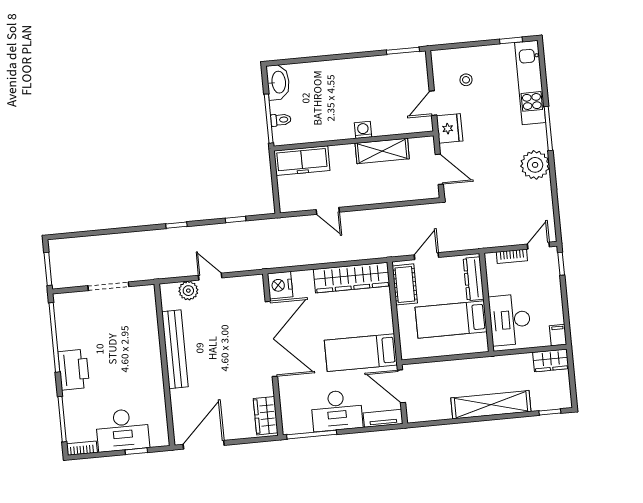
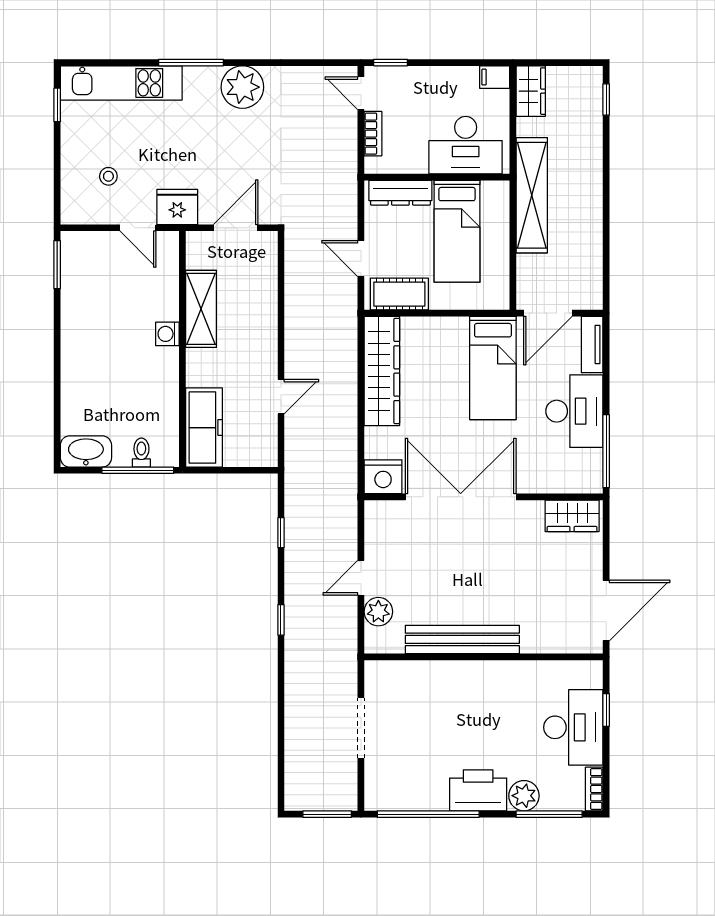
plant: (73, 401) -> (524, 796), added
shelving: (491, 405) -> (532, 195), moved
door: (204, 445) -> (606, 611), swing flipped

